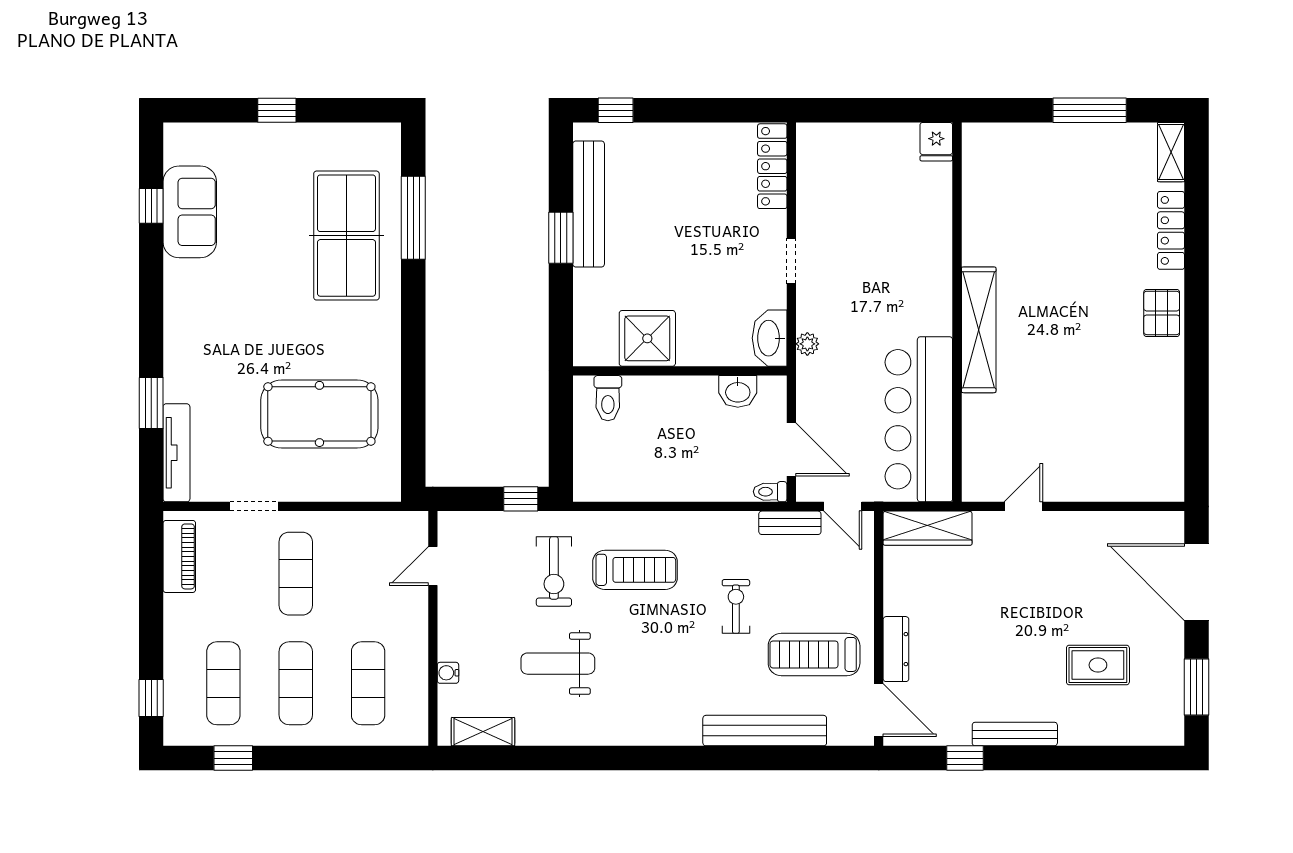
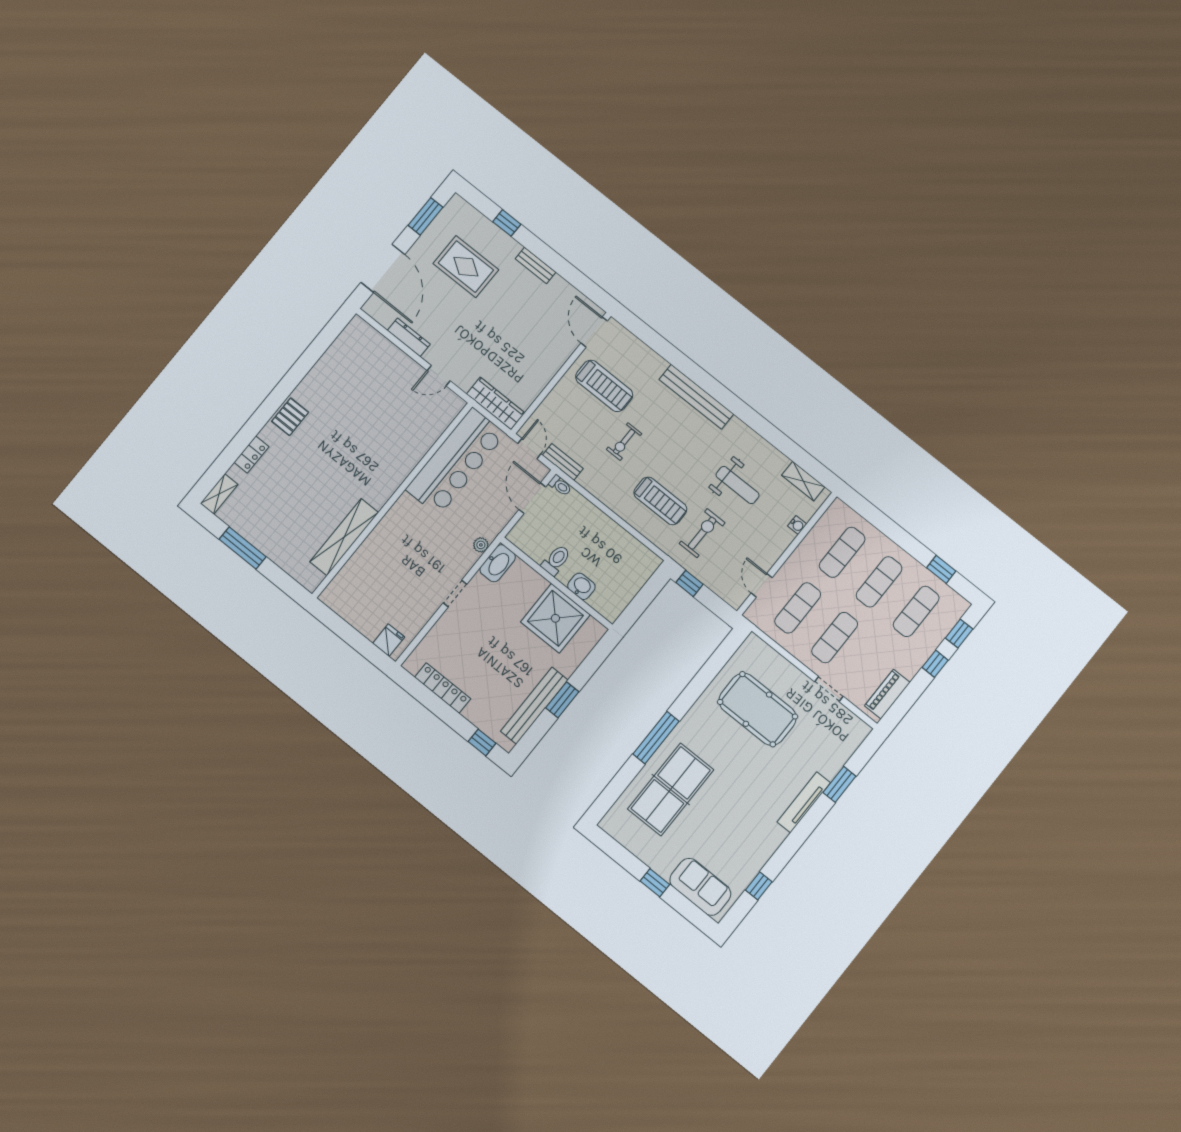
fridge: (936, 142) -> (389, 640), moved
locker: (772, 166) -> (443, 688), moved, turned -90
sofa: (190, 212) -> (700, 887), moved, turned 90
window: (413, 218) -> (656, 738), moved
locker: (1171, 230) -> (251, 454), width x0.66
shelving: (979, 330) -> (344, 537), moved
shower: (647, 338) -> (555, 618), width x1.37, depth x1.37
washbasin: (738, 391) -> (581, 586), moved
toilet: (608, 398) -> (556, 560), moved
tv unit: (176, 453) -> (804, 802), moved
door: (433, 566) -> (762, 585), swing flipped
treadmill: (635, 570) -> (660, 501), turned 180
exercise mat: (368, 574) -> (798, 608), added
window: (151, 639) -> (935, 664), added
dresser: (896, 649) -> (409, 337), moved, turned 90
rug: (1098, 665) -> (466, 267), width x1.36, depth x1.43
bench: (765, 731) -> (696, 397), moved
bench: (1015, 734) -> (536, 266), width x0.73
window: (965, 758) -> (507, 223), moved

